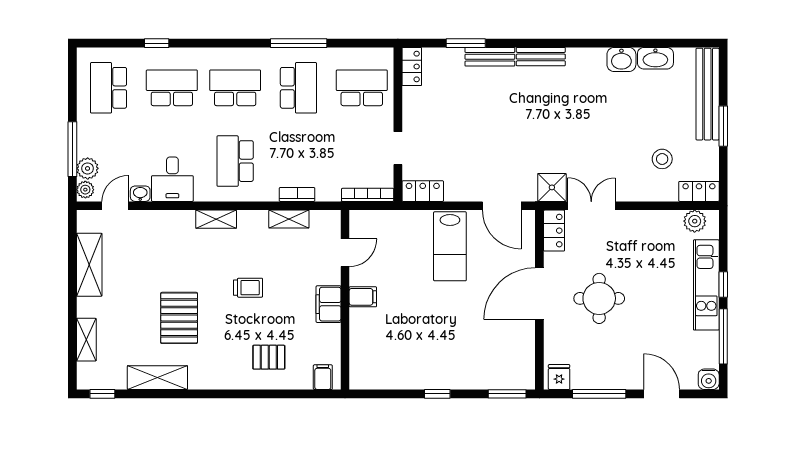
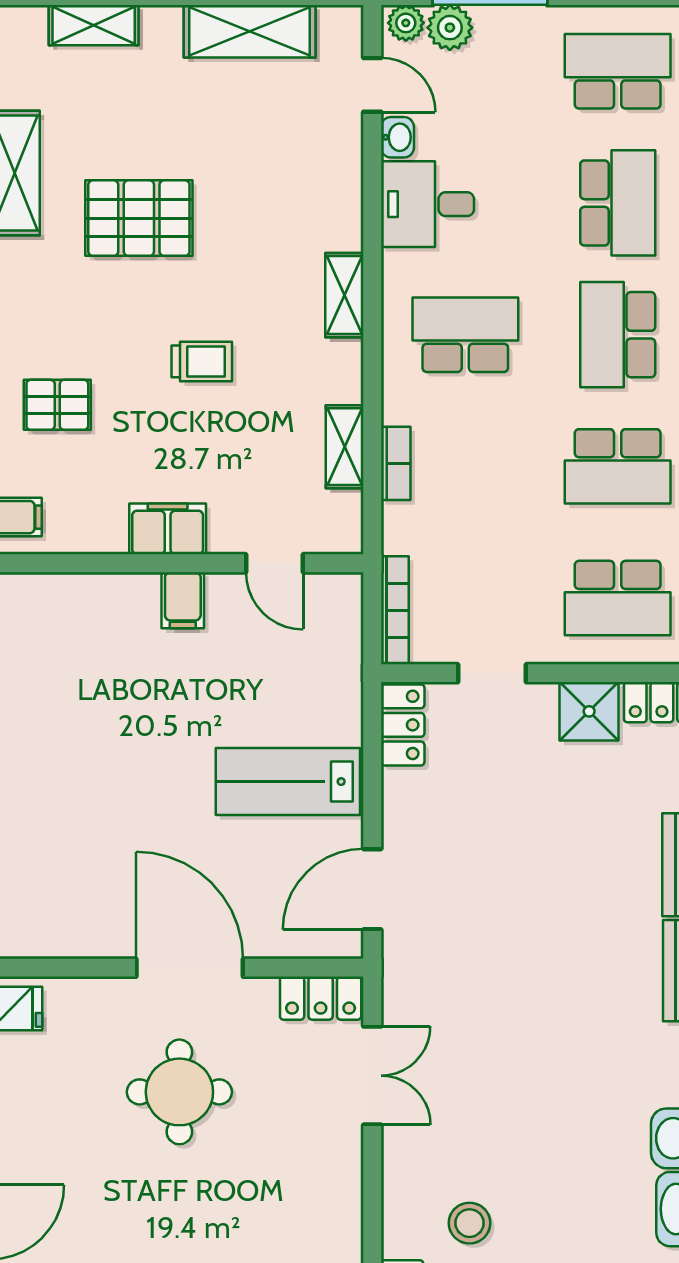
school desk: (235, 88) -> (618, 335), turned 180
school desk: (362, 88) -> (618, 598), turned 90
shower: (552, 187) -> (589, 711), moved
trolley: (248, 288) -> (202, 361), turned -90
pallet: (269, 357) -> (57, 405), turned 90

